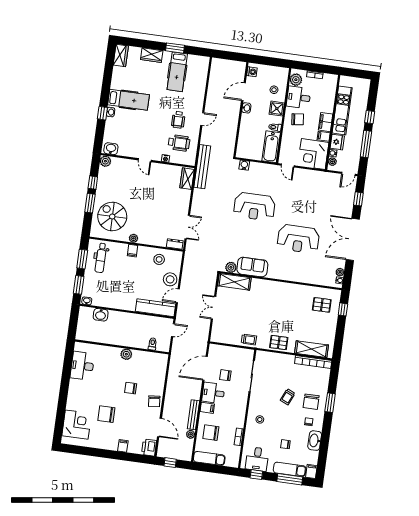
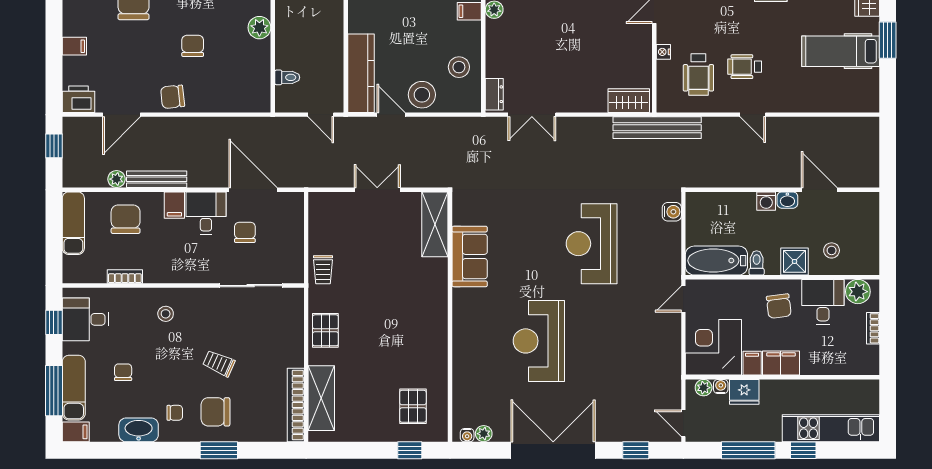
washing machine: (252, 72) -> (766, 201), moved
kitchen unit: (342, 110) -> (831, 428), moved, turned 180
plant: (231, 267) -> (463, 214), removed

